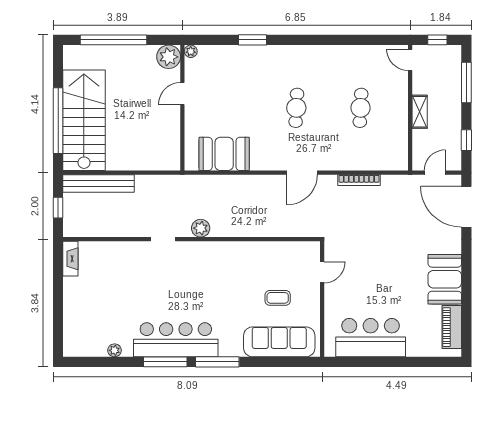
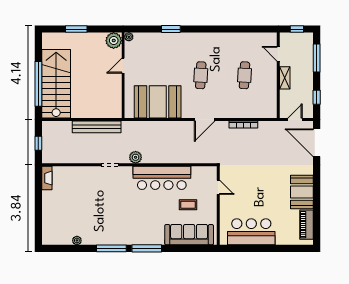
window: (114, 40) -> (76, 29), width x0.47
door: (410, 60) -> (278, 54), moved
booth: (224, 154) -> (158, 102), width x1.36, depth x1.42
bench: (99, 184) -> (97, 127), moved
door: (322, 272) -> (218, 187), hinge flipped
bar counter: (176, 340) -> (162, 178), moved, turned 180

